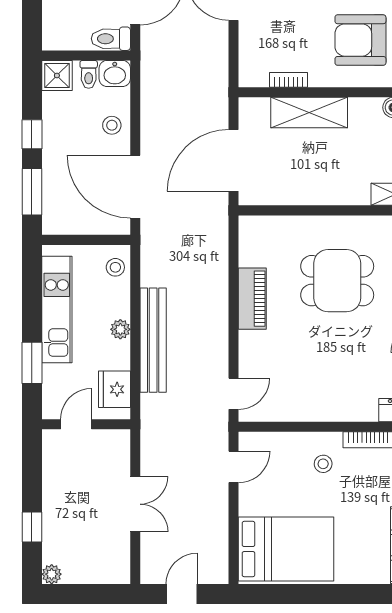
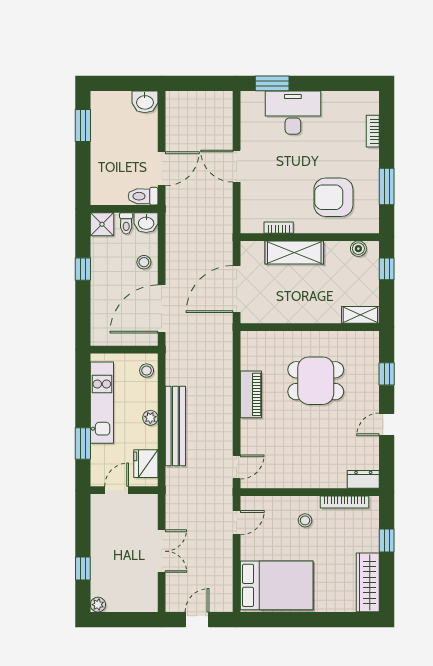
door: (135, 187) -> (162, 309), hinge flipped
window: (32, 192) -> (83, 313), removed

